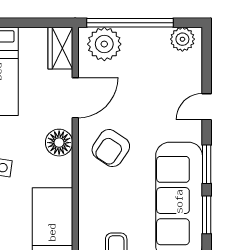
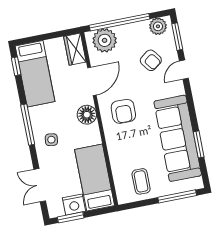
armchair: (163, 85) -> (151, 60), added
armchair: (111, 148) -> (123, 111), turned -33
window: (207, 164) -> (177, 37), moved

